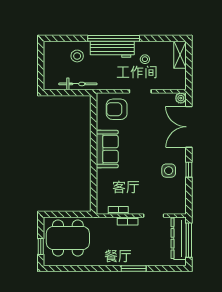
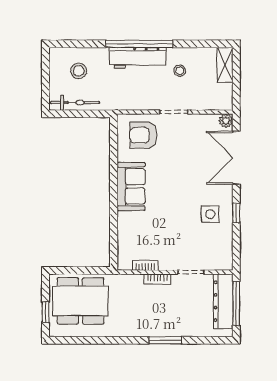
stool: (77, 56) -> (79, 71), moved
bicycle: (78, 84) -> (75, 103), moved

